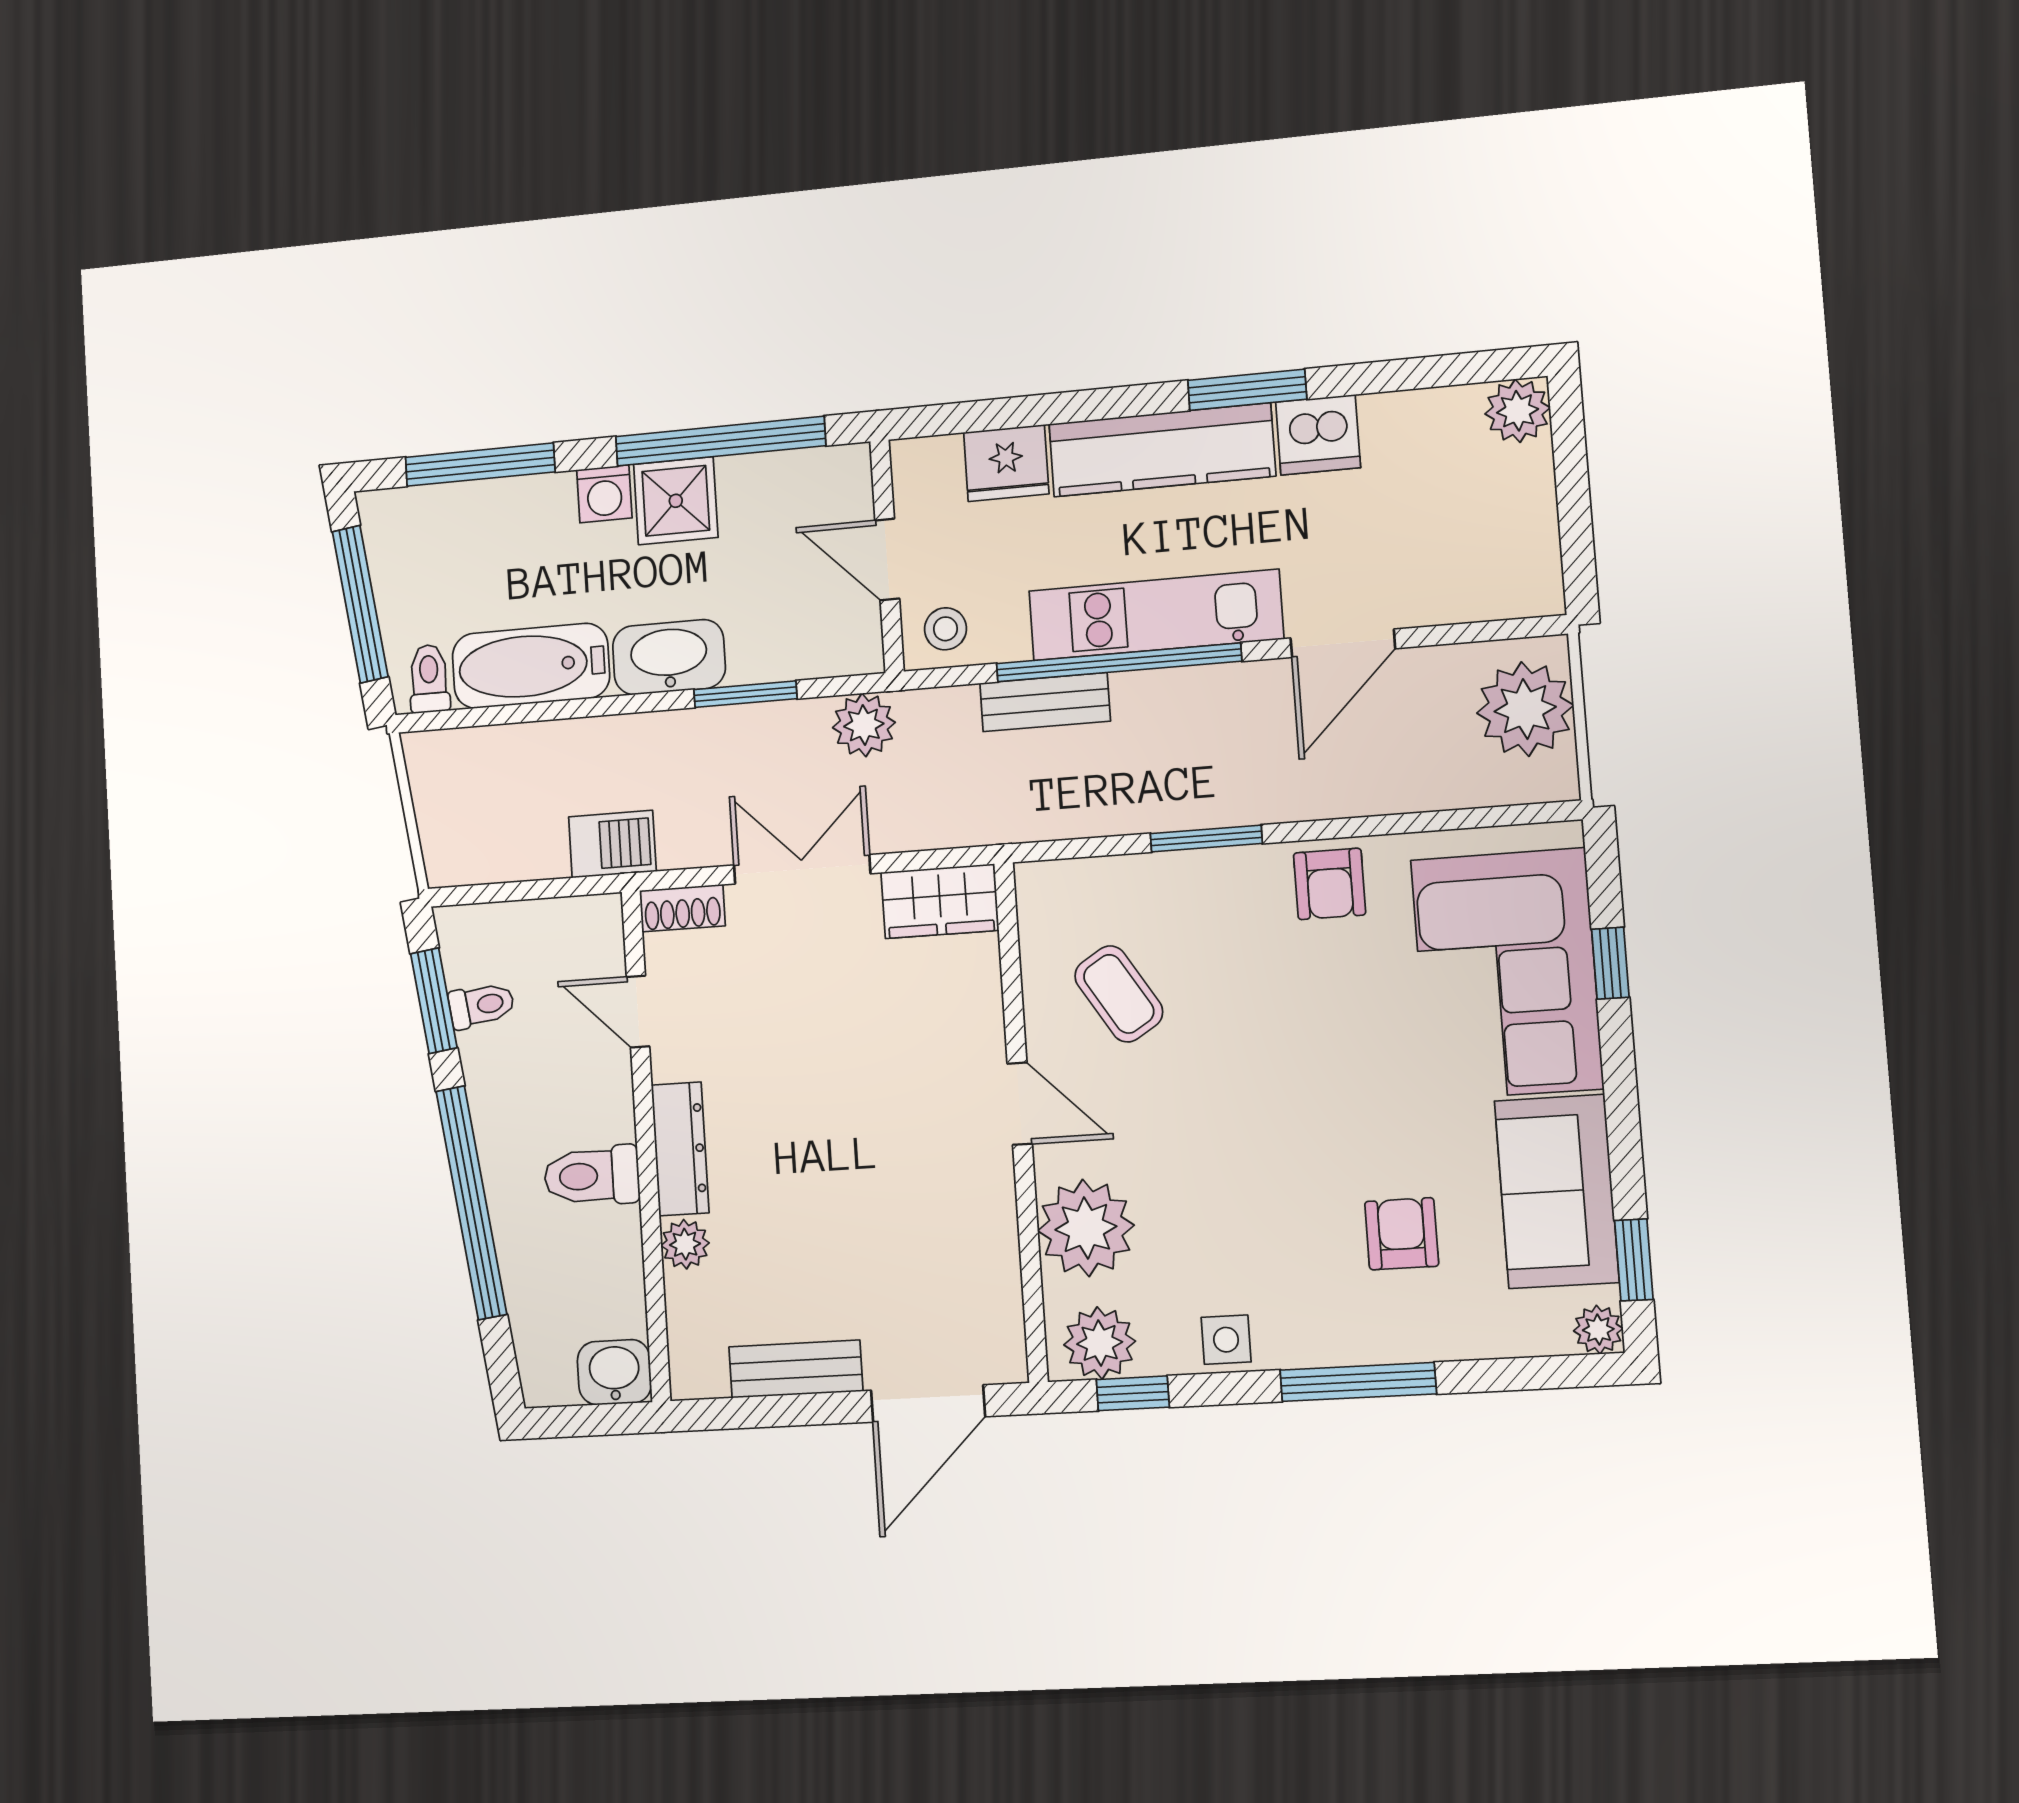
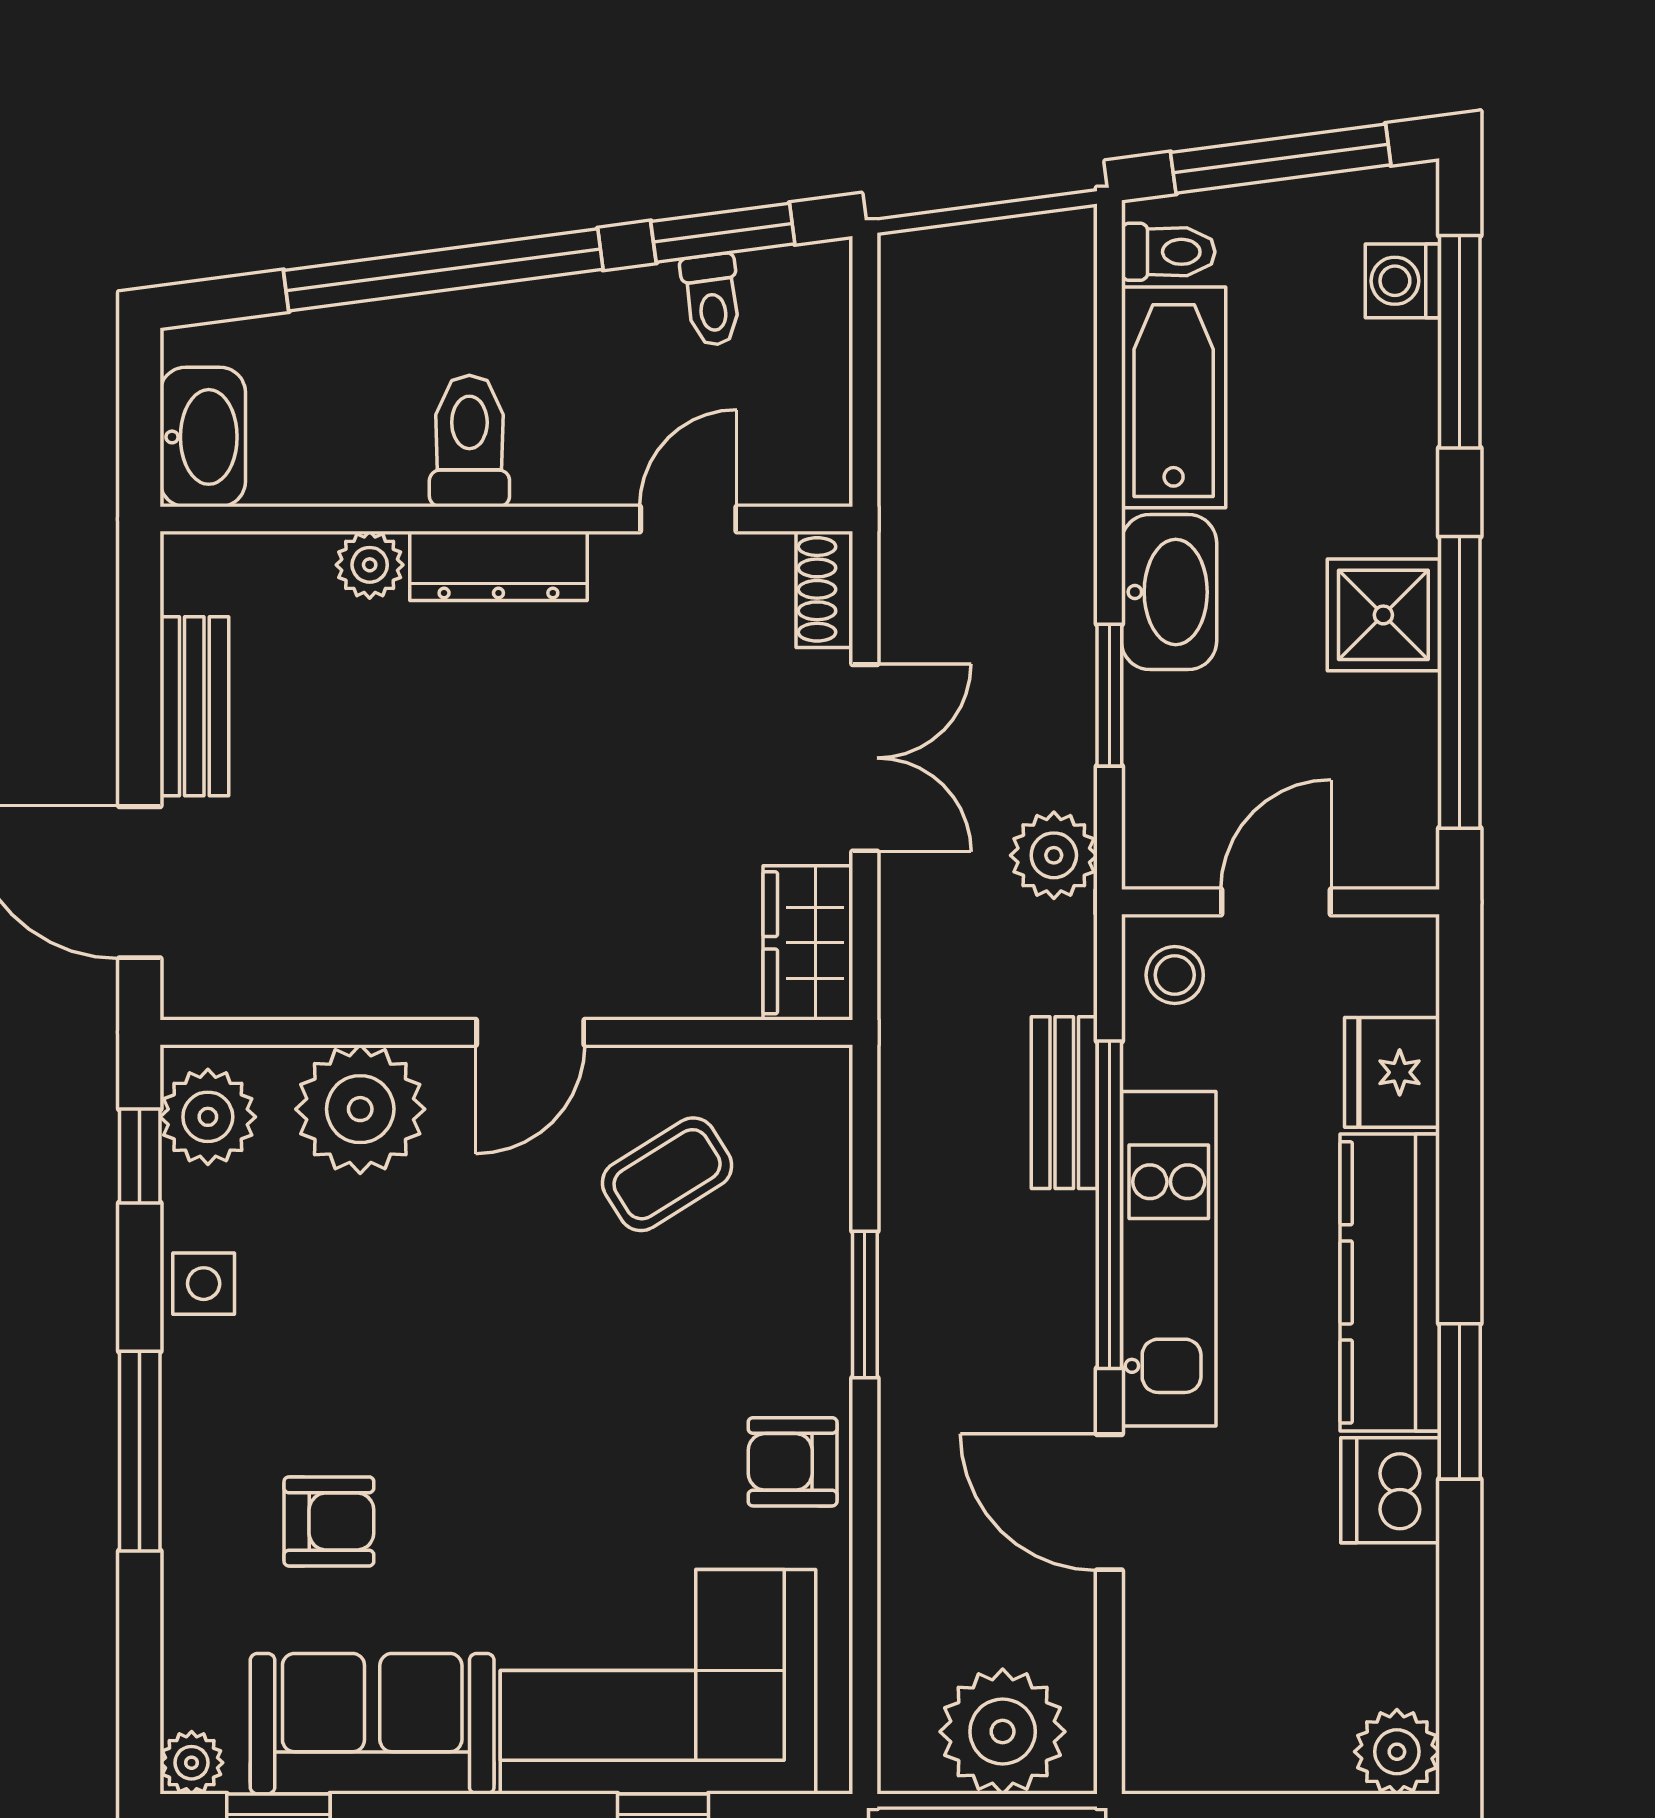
washing machine: (604, 494) -> (1402, 281), moved
barbecue: (612, 844) -> (919, 497), removed
washbasin: (614, 1372) -> (203, 437), width x1.38

